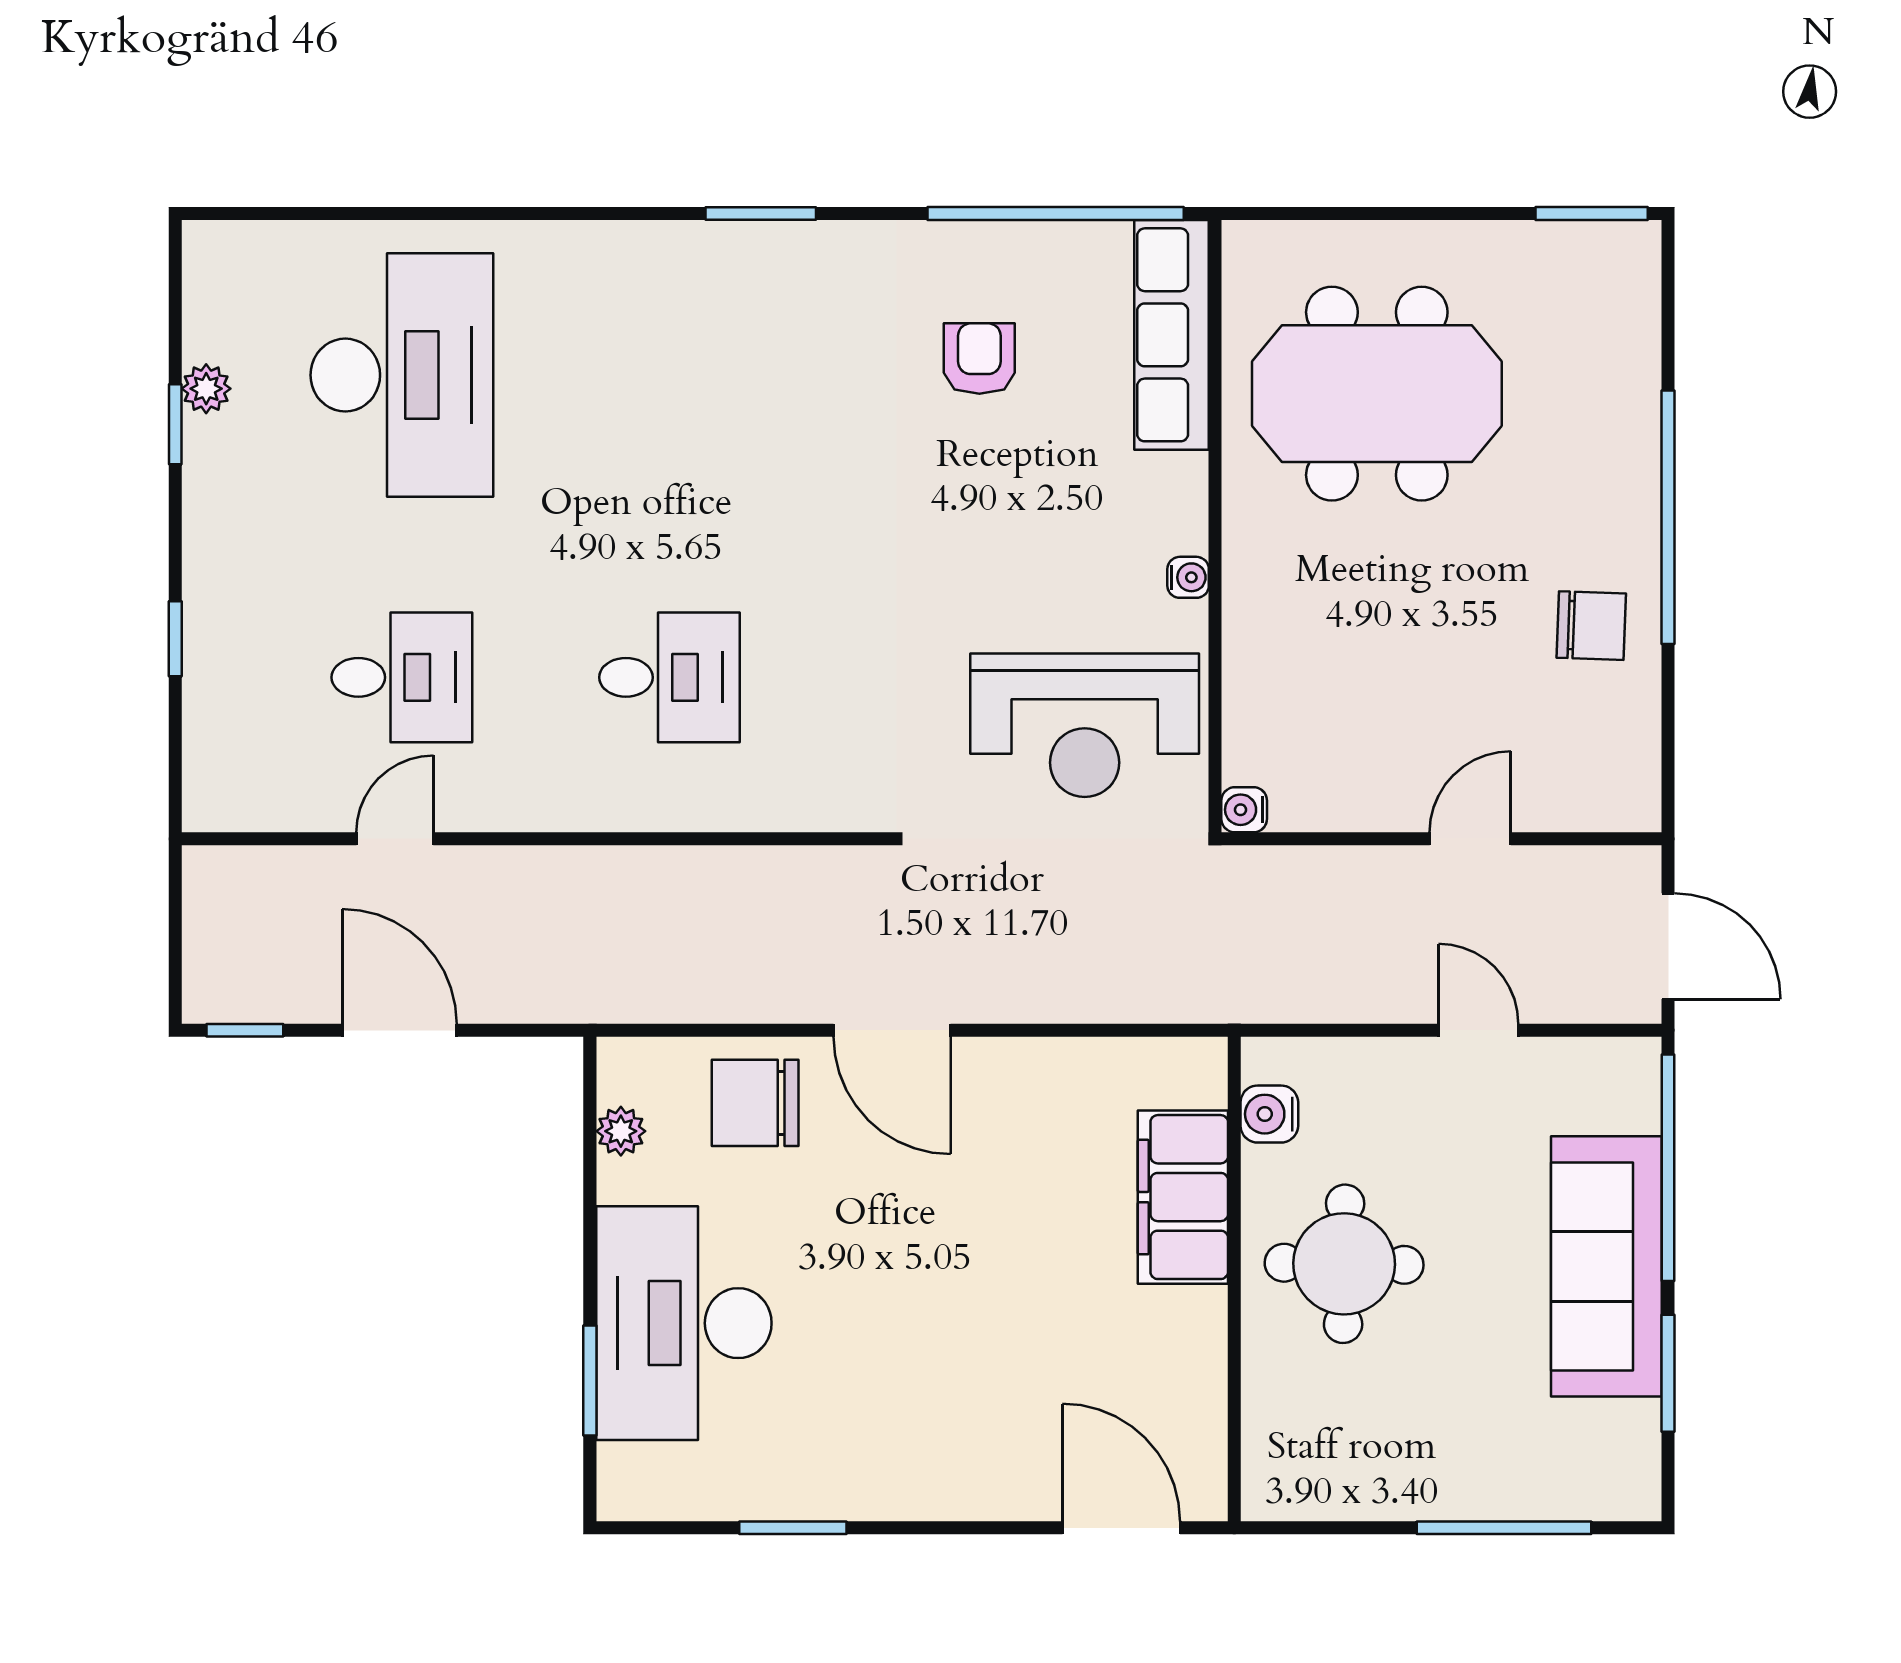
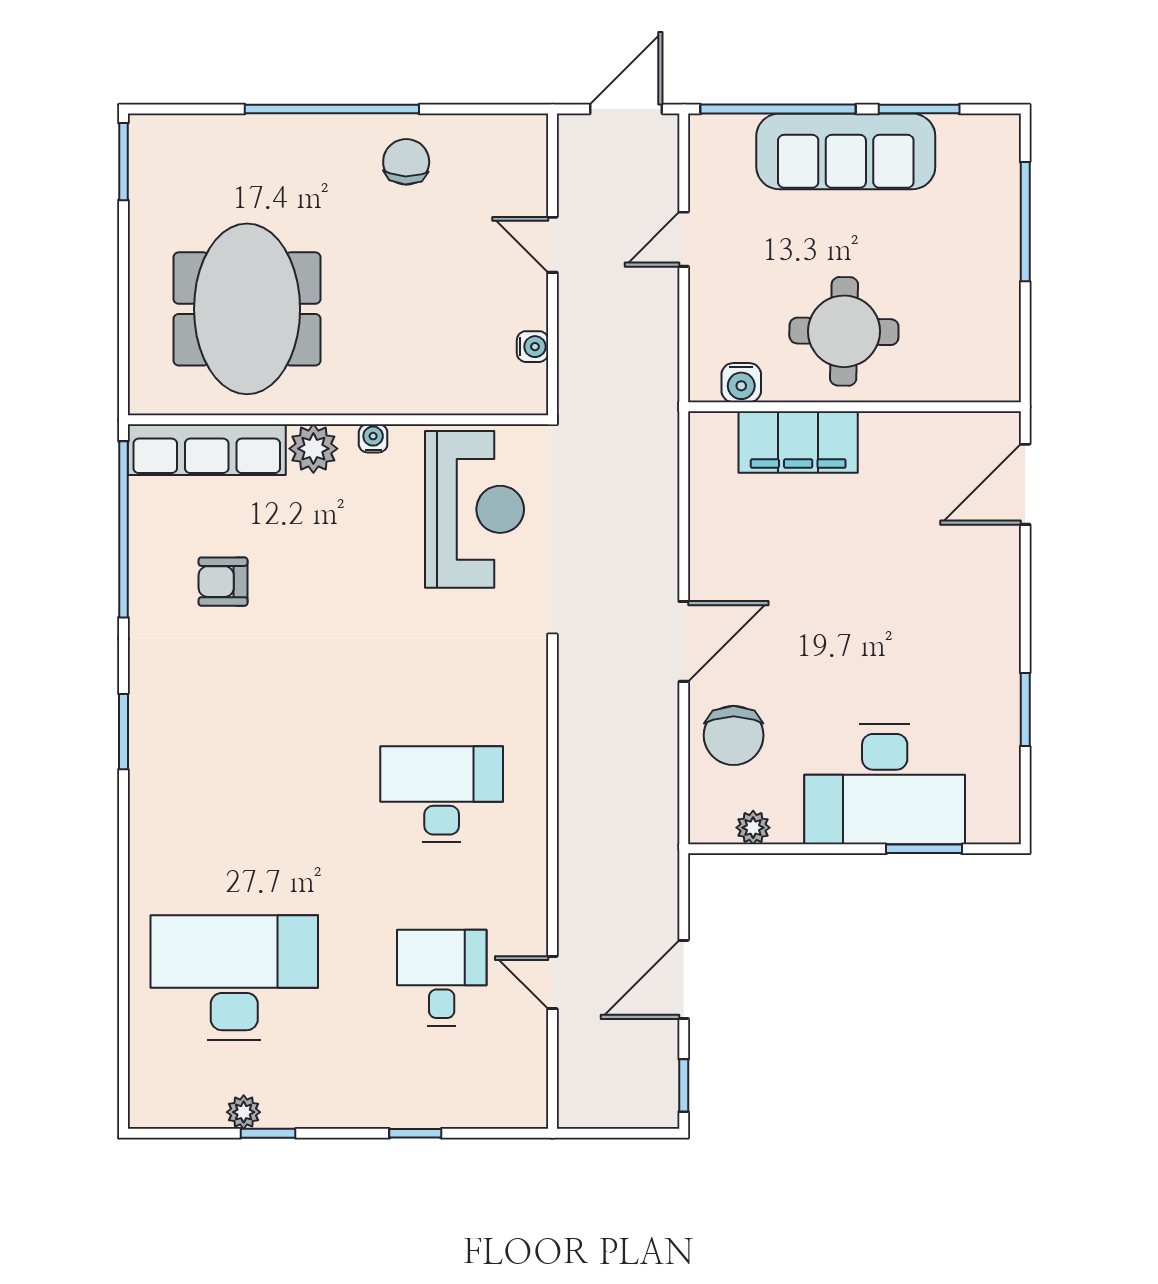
plant: (1173, 490) -> (313, 449), added
desk: (669, 677) -> (442, 794), width x1.37
water cooler: (1244, 810) -> (532, 347), moved, turned -90

